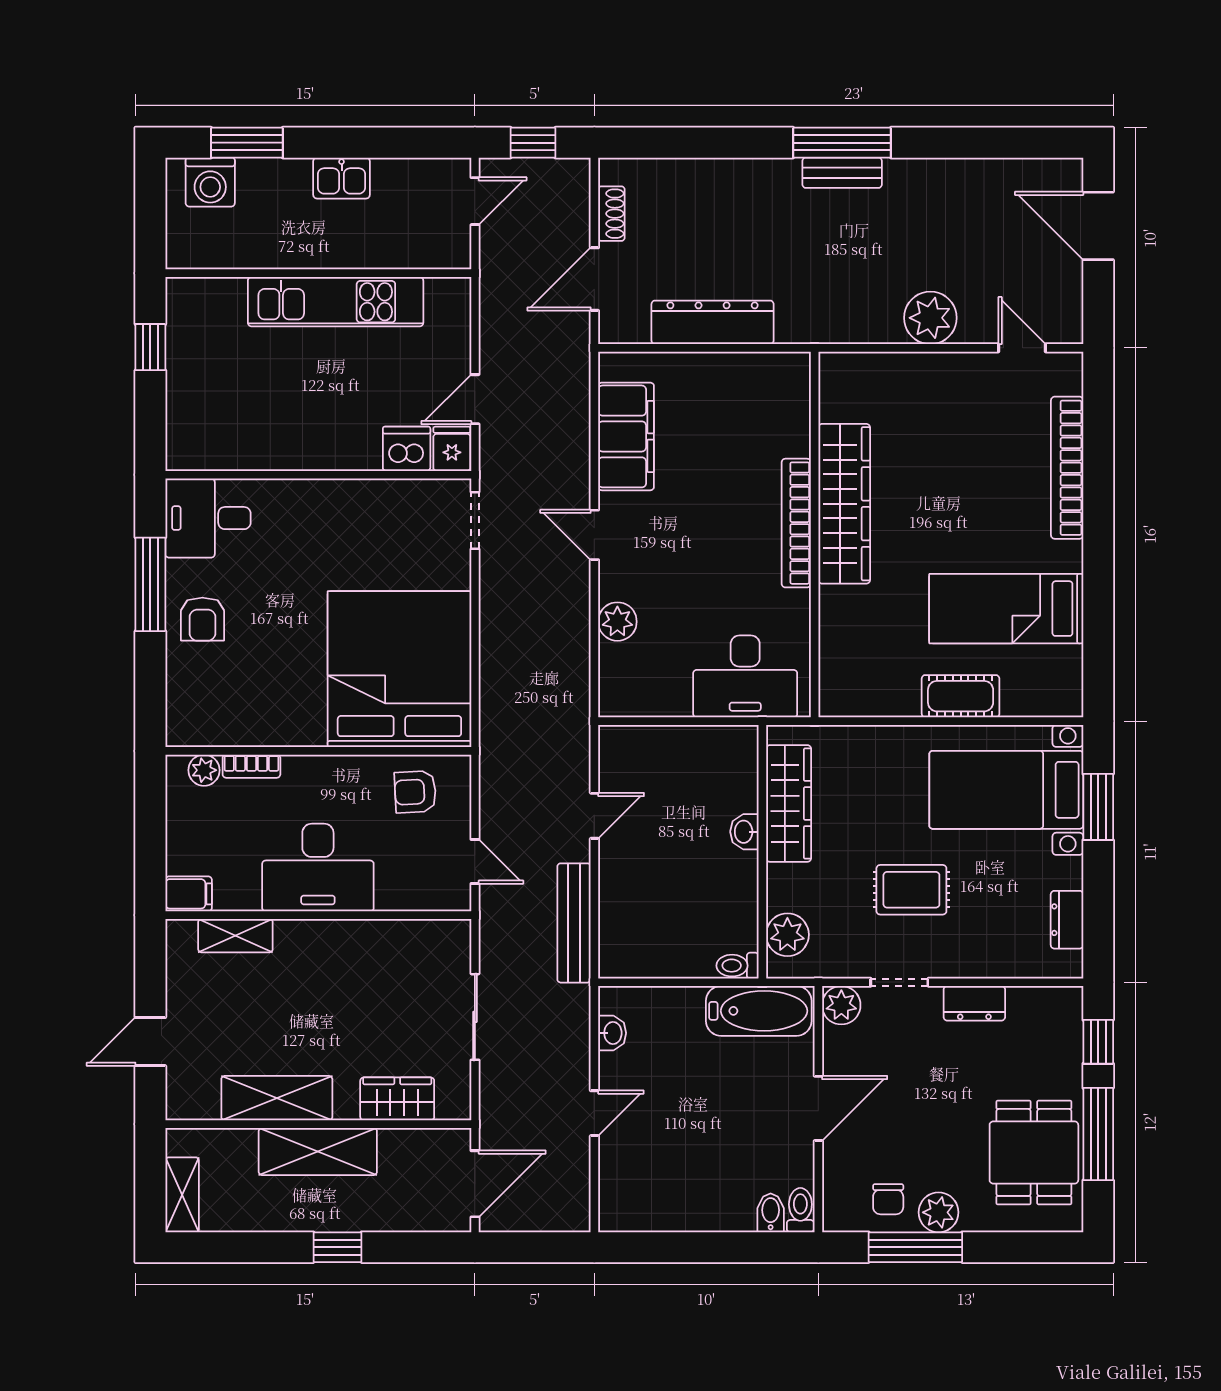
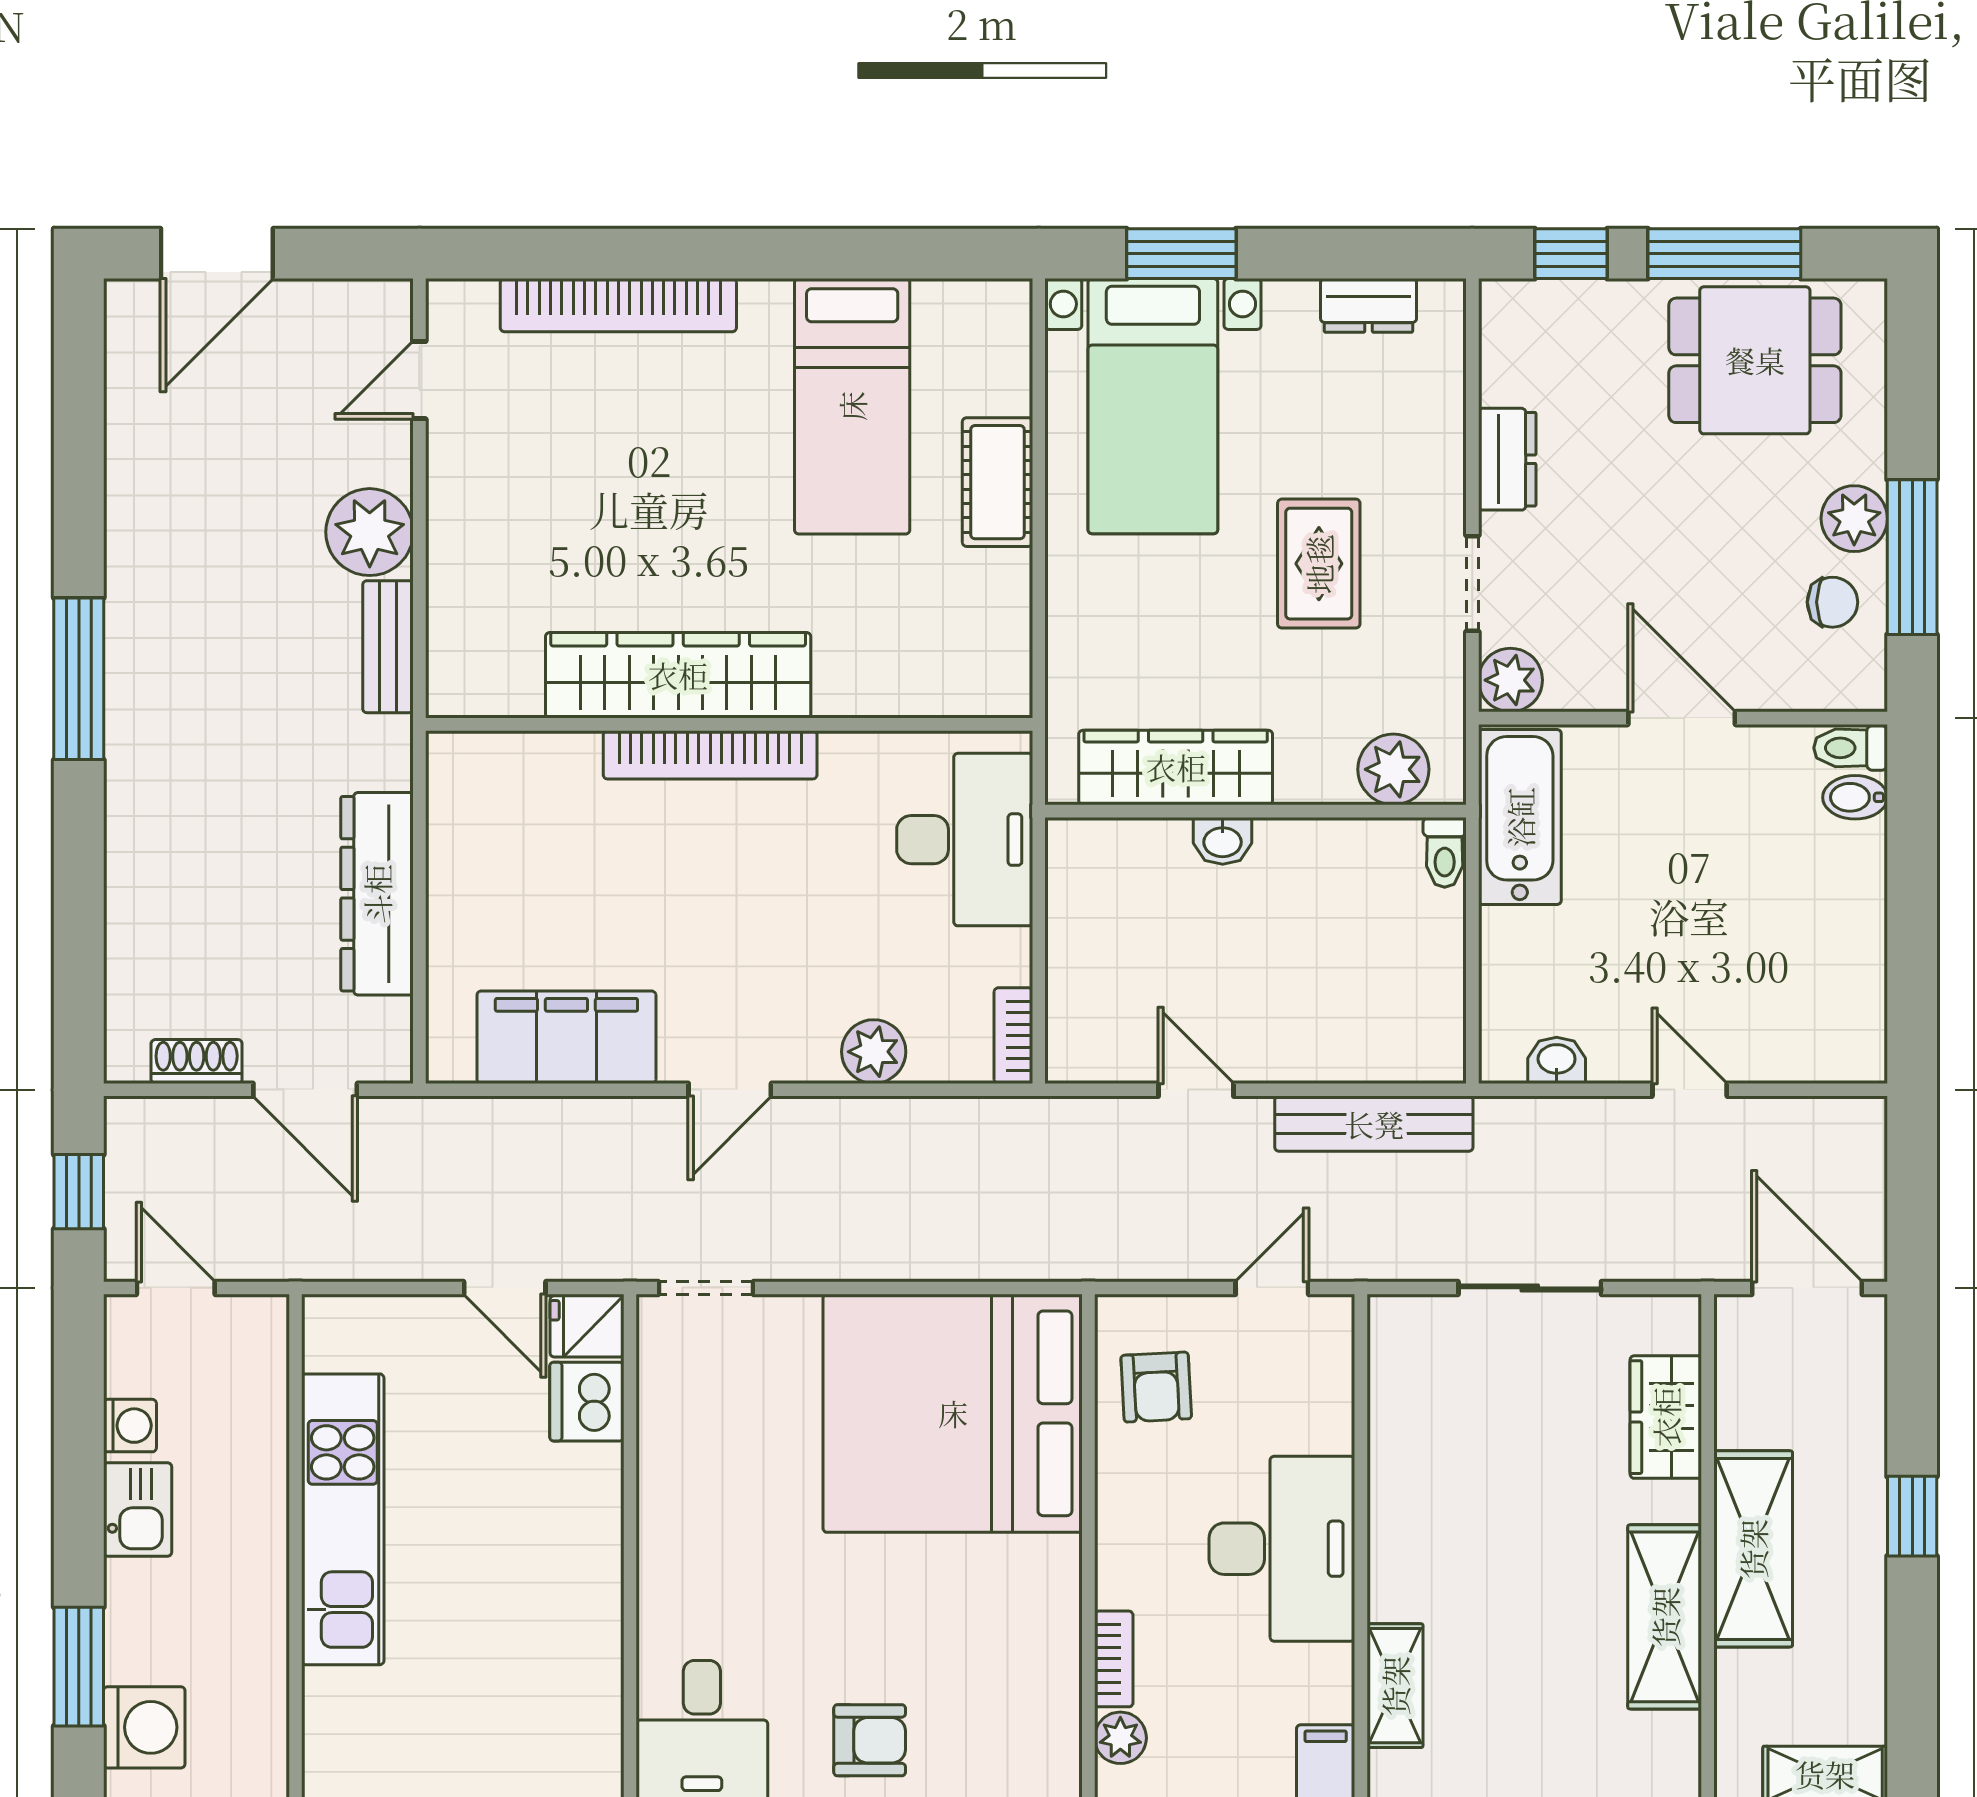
washing machine: (392, 173) -> (130, 1426), added
bench: (842, 173) -> (388, 647), moved
bookcase: (627, 706) -> (1013, 1036), added

